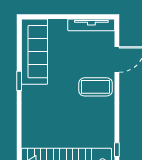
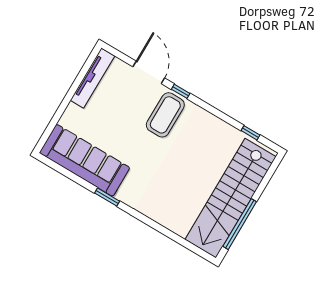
window: (117, 88) -> (181, 91), added

